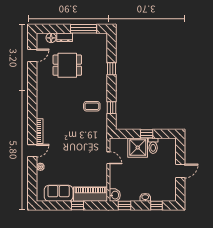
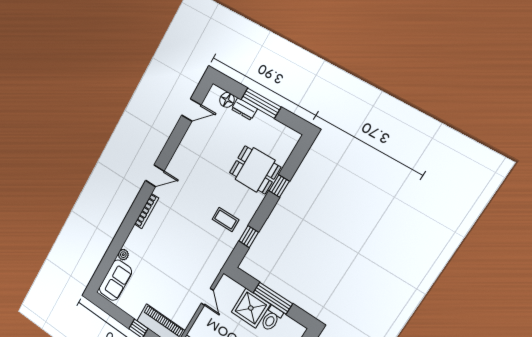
window: (84, 29) -> (261, 103), moved
dining table: (67, 65) -> (255, 170), moved
window: (147, 134) -> (273, 298), width x2.17
door: (32, 151) -> (155, 176), moved
sofa: (59, 193) -> (115, 280), moved, turned 90

